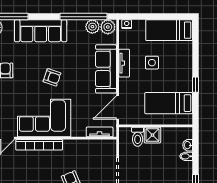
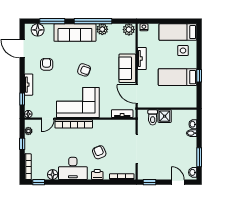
window: (83, 17) -> (93, 21), moved
plant: (92, 27) -> (102, 29), moved
side table: (152, 63) -> (183, 51), moved
sofa: (106, 69) -> (127, 68), width x0.73
bed: (169, 103) -> (178, 77), moved
door: (118, 107) -> (137, 94), hinge flipped

